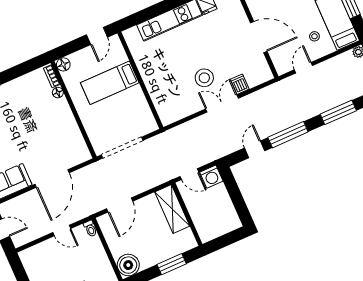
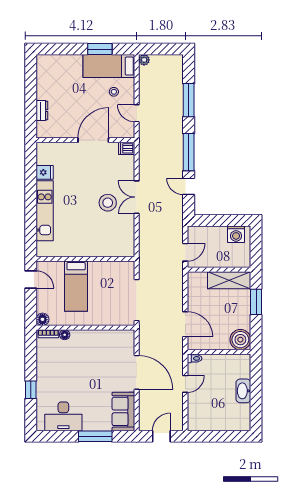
dishwasher: (240, 84) -> (127, 148), moved
washing machine: (211, 177) -> (236, 234), moved, turned 90
shelving: (172, 209) -> (229, 280), moved

